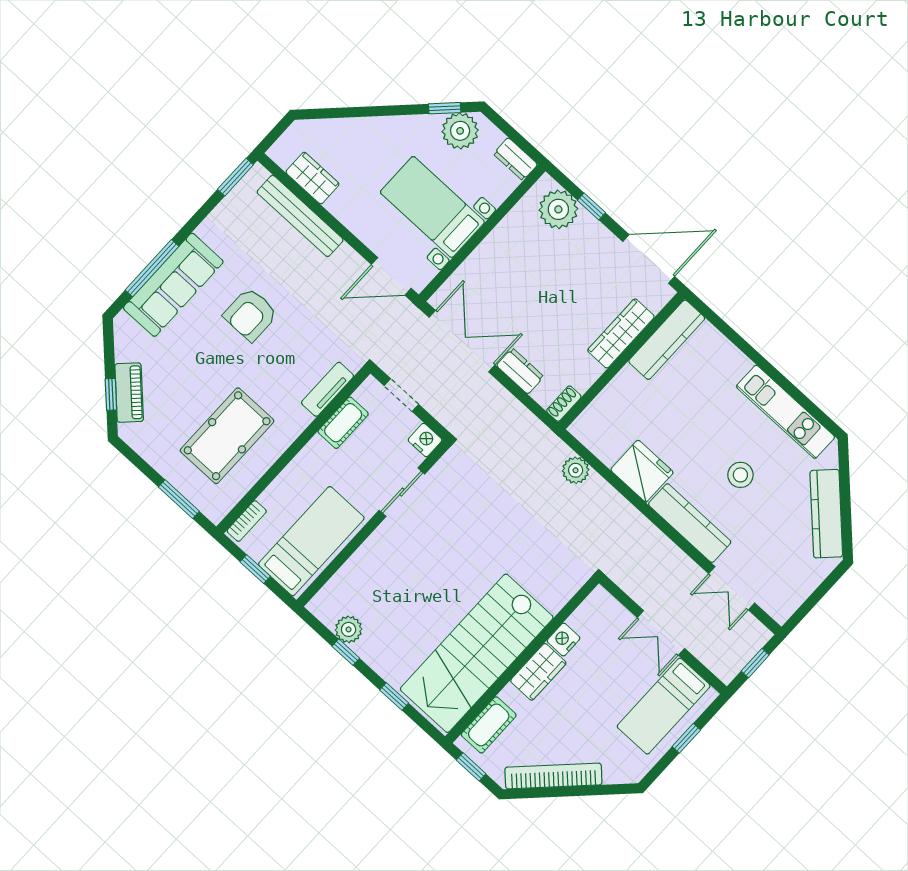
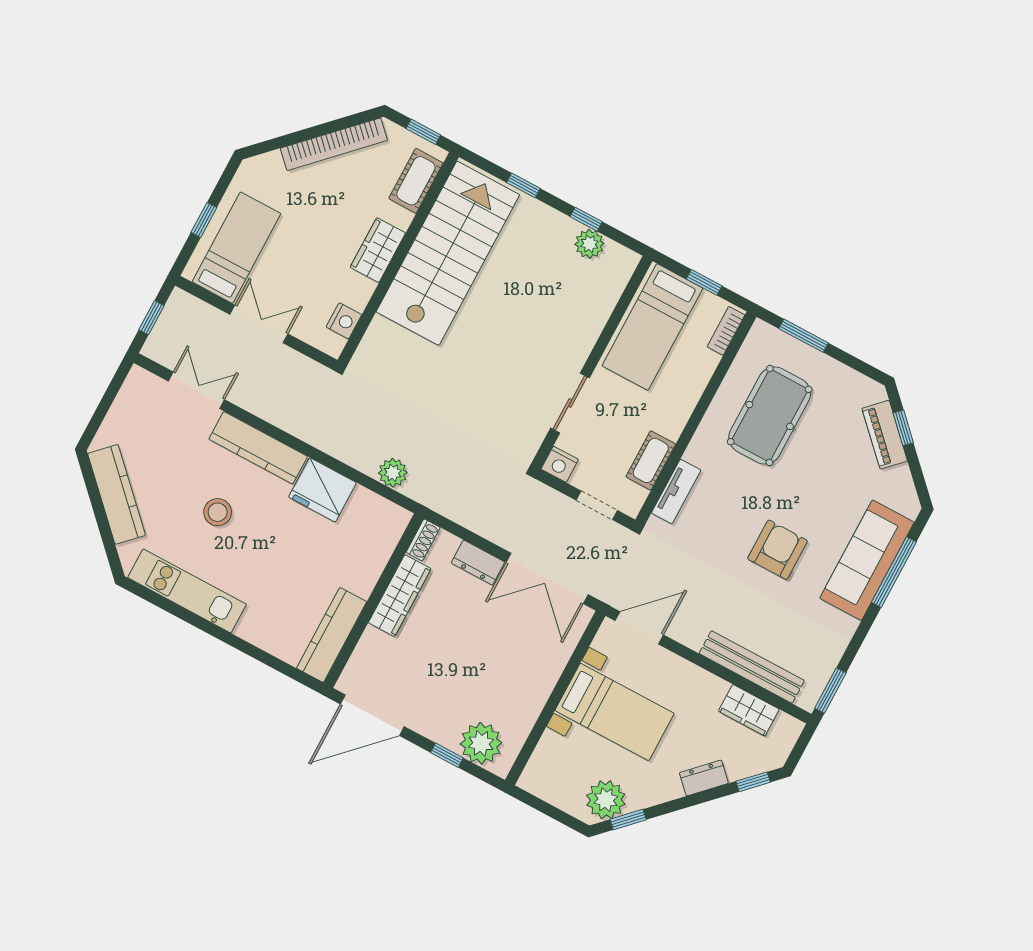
window: (325, 113) -> (753, 782), added
dresser: (515, 159) -> (704, 778), moved, turned -45
wardrobe: (621, 334) -> (400, 596), moved
nightstand: (564, 640) -> (344, 321), moved

